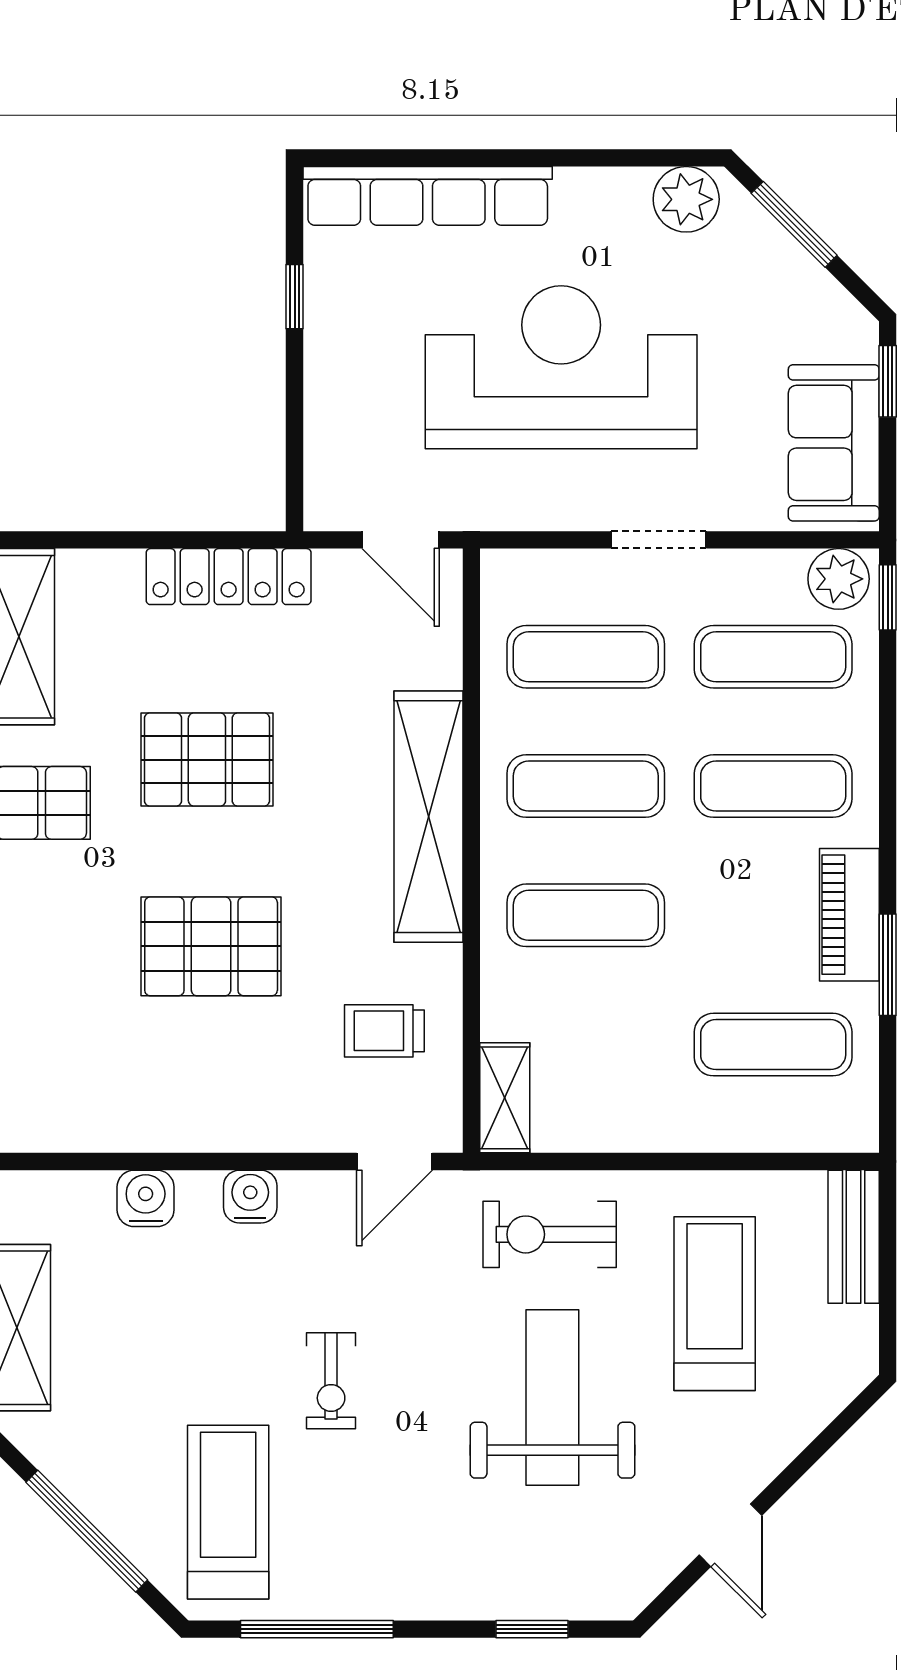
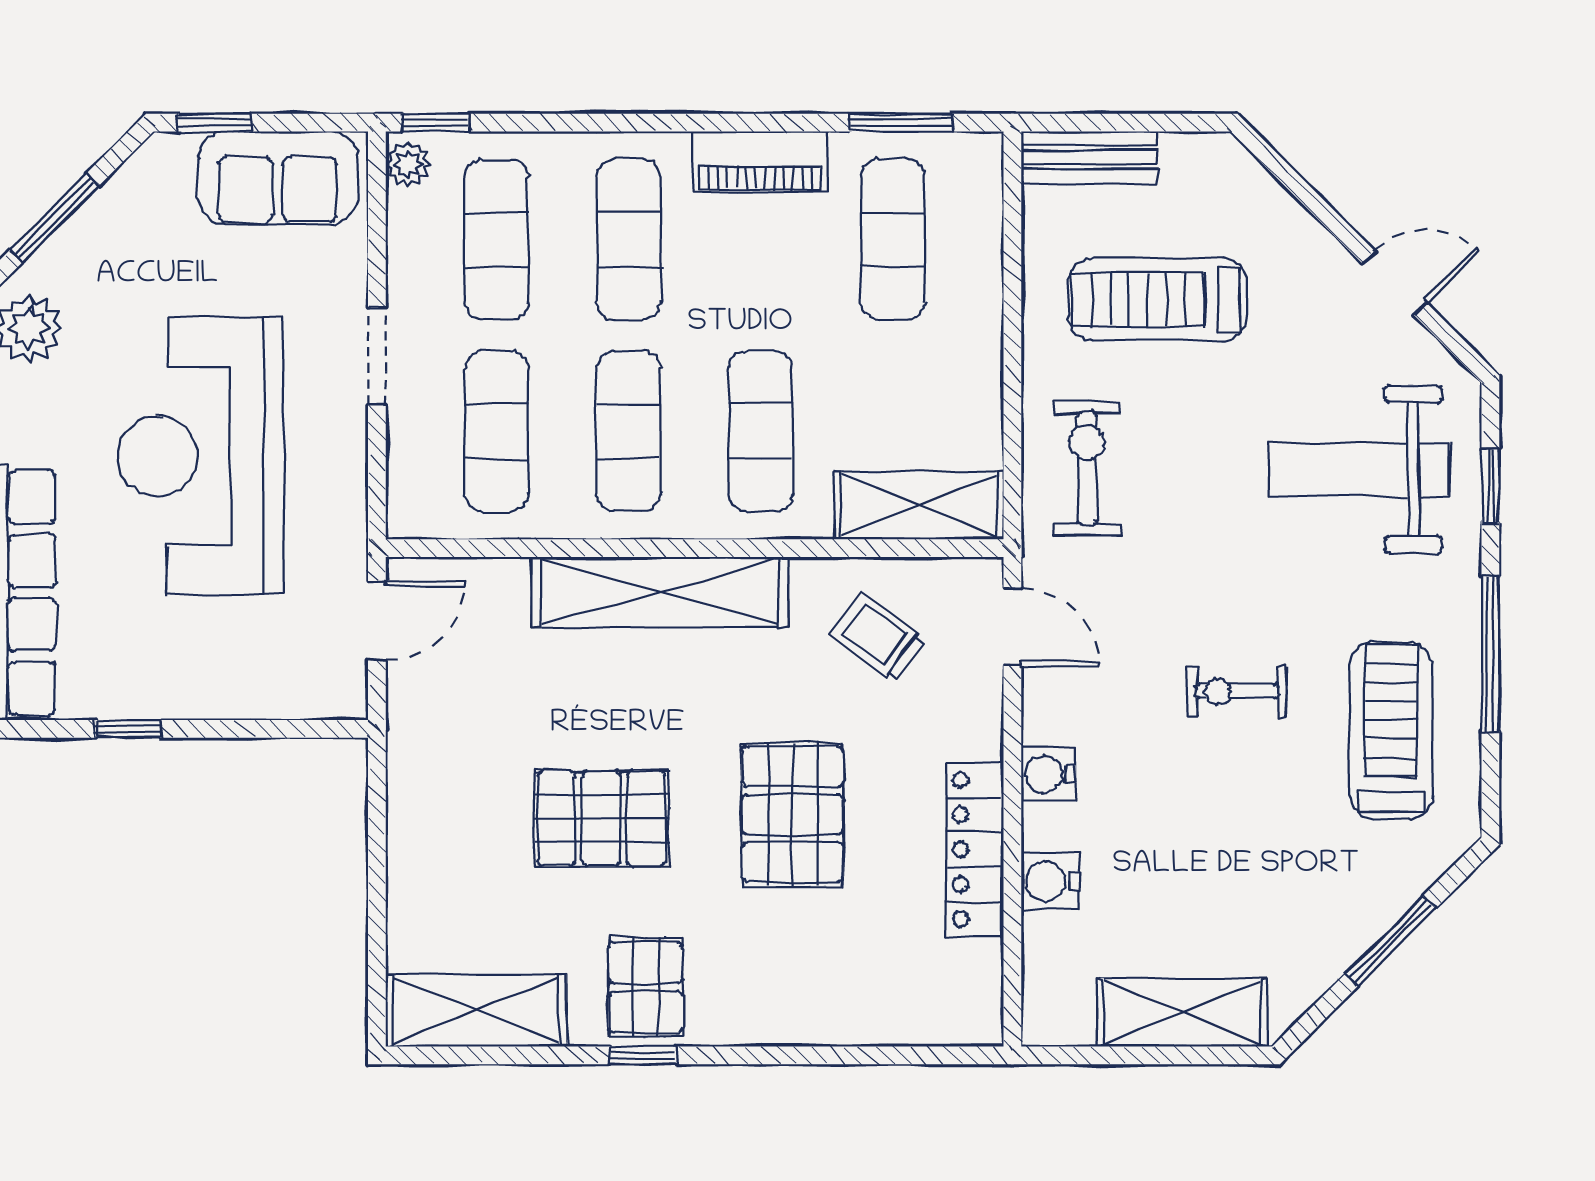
locker: (229, 577) -> (975, 849), moved, turned 180
plant: (839, 579) -> (408, 164), width x0.73, depth x0.73
pallet: (207, 760) -> (601, 818), turned 90
window: (888, 965) -> (901, 123), moved
trolley: (384, 1031) -> (879, 637), turned 126
shelving: (505, 1098) -> (919, 506), width x1.50, depth x1.33
exercise bike: (550, 1234) -> (1087, 468), turned 180
exercise bike: (331, 1381) -> (1236, 691), turned 180
weight bench: (552, 1397) -> (1359, 469), moved
treadmill: (228, 1512) -> (1391, 730), moved, turned 90
window: (87, 1531) -> (1390, 941), width x0.69
window: (317, 1629) -> (1490, 654), moved

